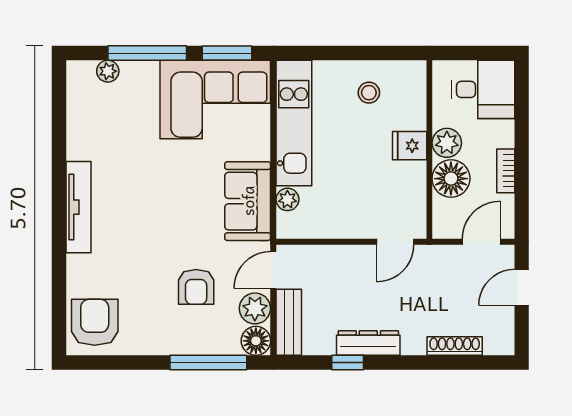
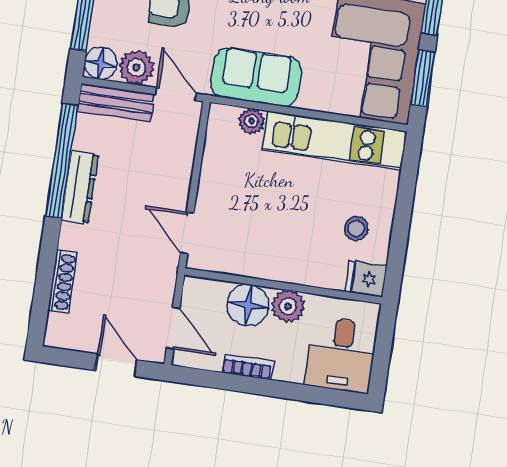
fridge: (410, 146) -> (366, 279), moved, turned -90
window: (348, 362) -> (62, 161), width x3.17

